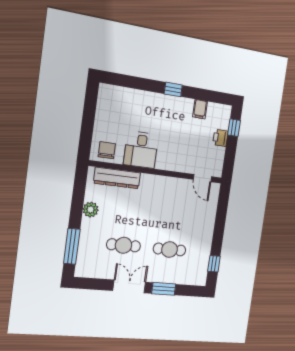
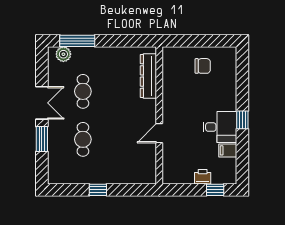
chair: (107, 150) -> (203, 66), moved
desk: (141, 150) -> (220, 127), moved, turned 180
door: (202, 178) -> (159, 133), moved
plant: (91, 210) -> (63, 54), moved
window: (214, 264) -> (98, 190), moved

